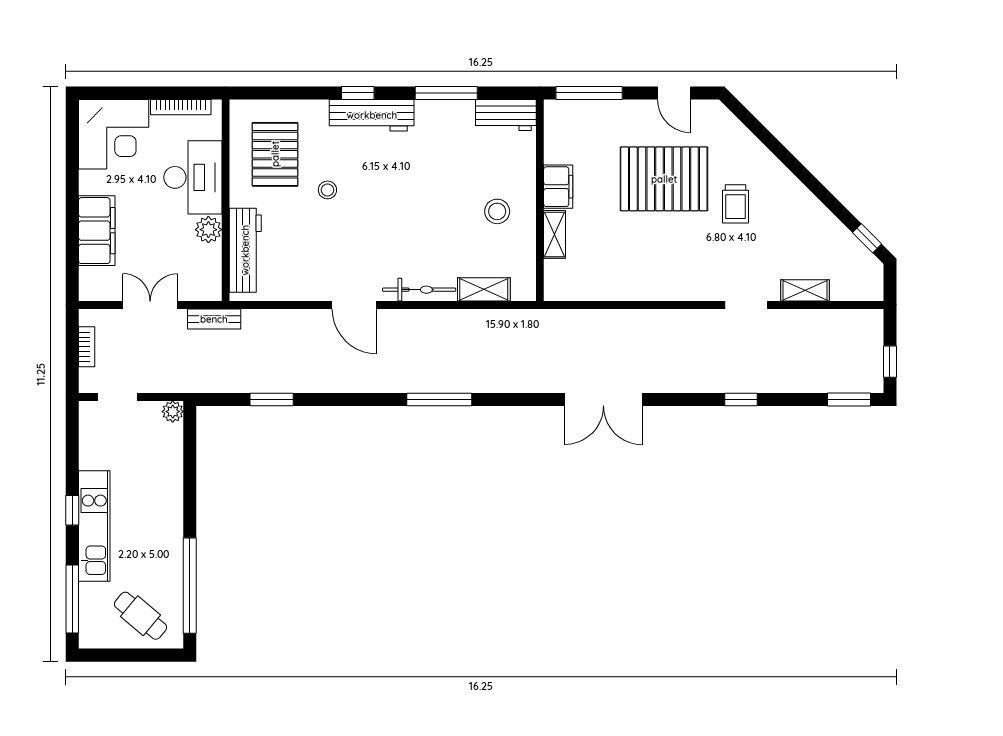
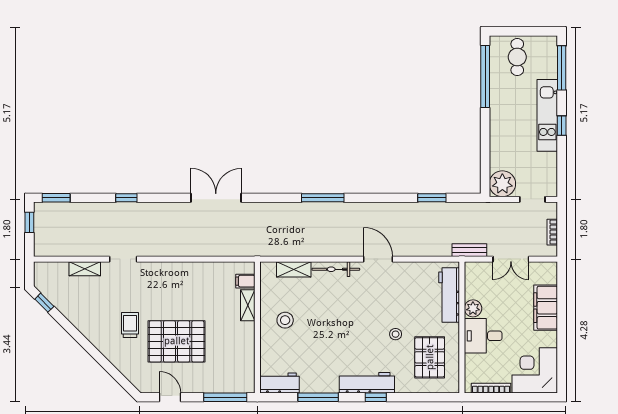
desk: (193, 177) -> (483, 336), width x0.73
filing cabinet: (558, 187) -> (245, 281), moved, width x0.50
plant: (173, 412) -> (502, 184), width x1.88, depth x1.88
cafe table: (141, 616) -> (517, 57), turned 50

